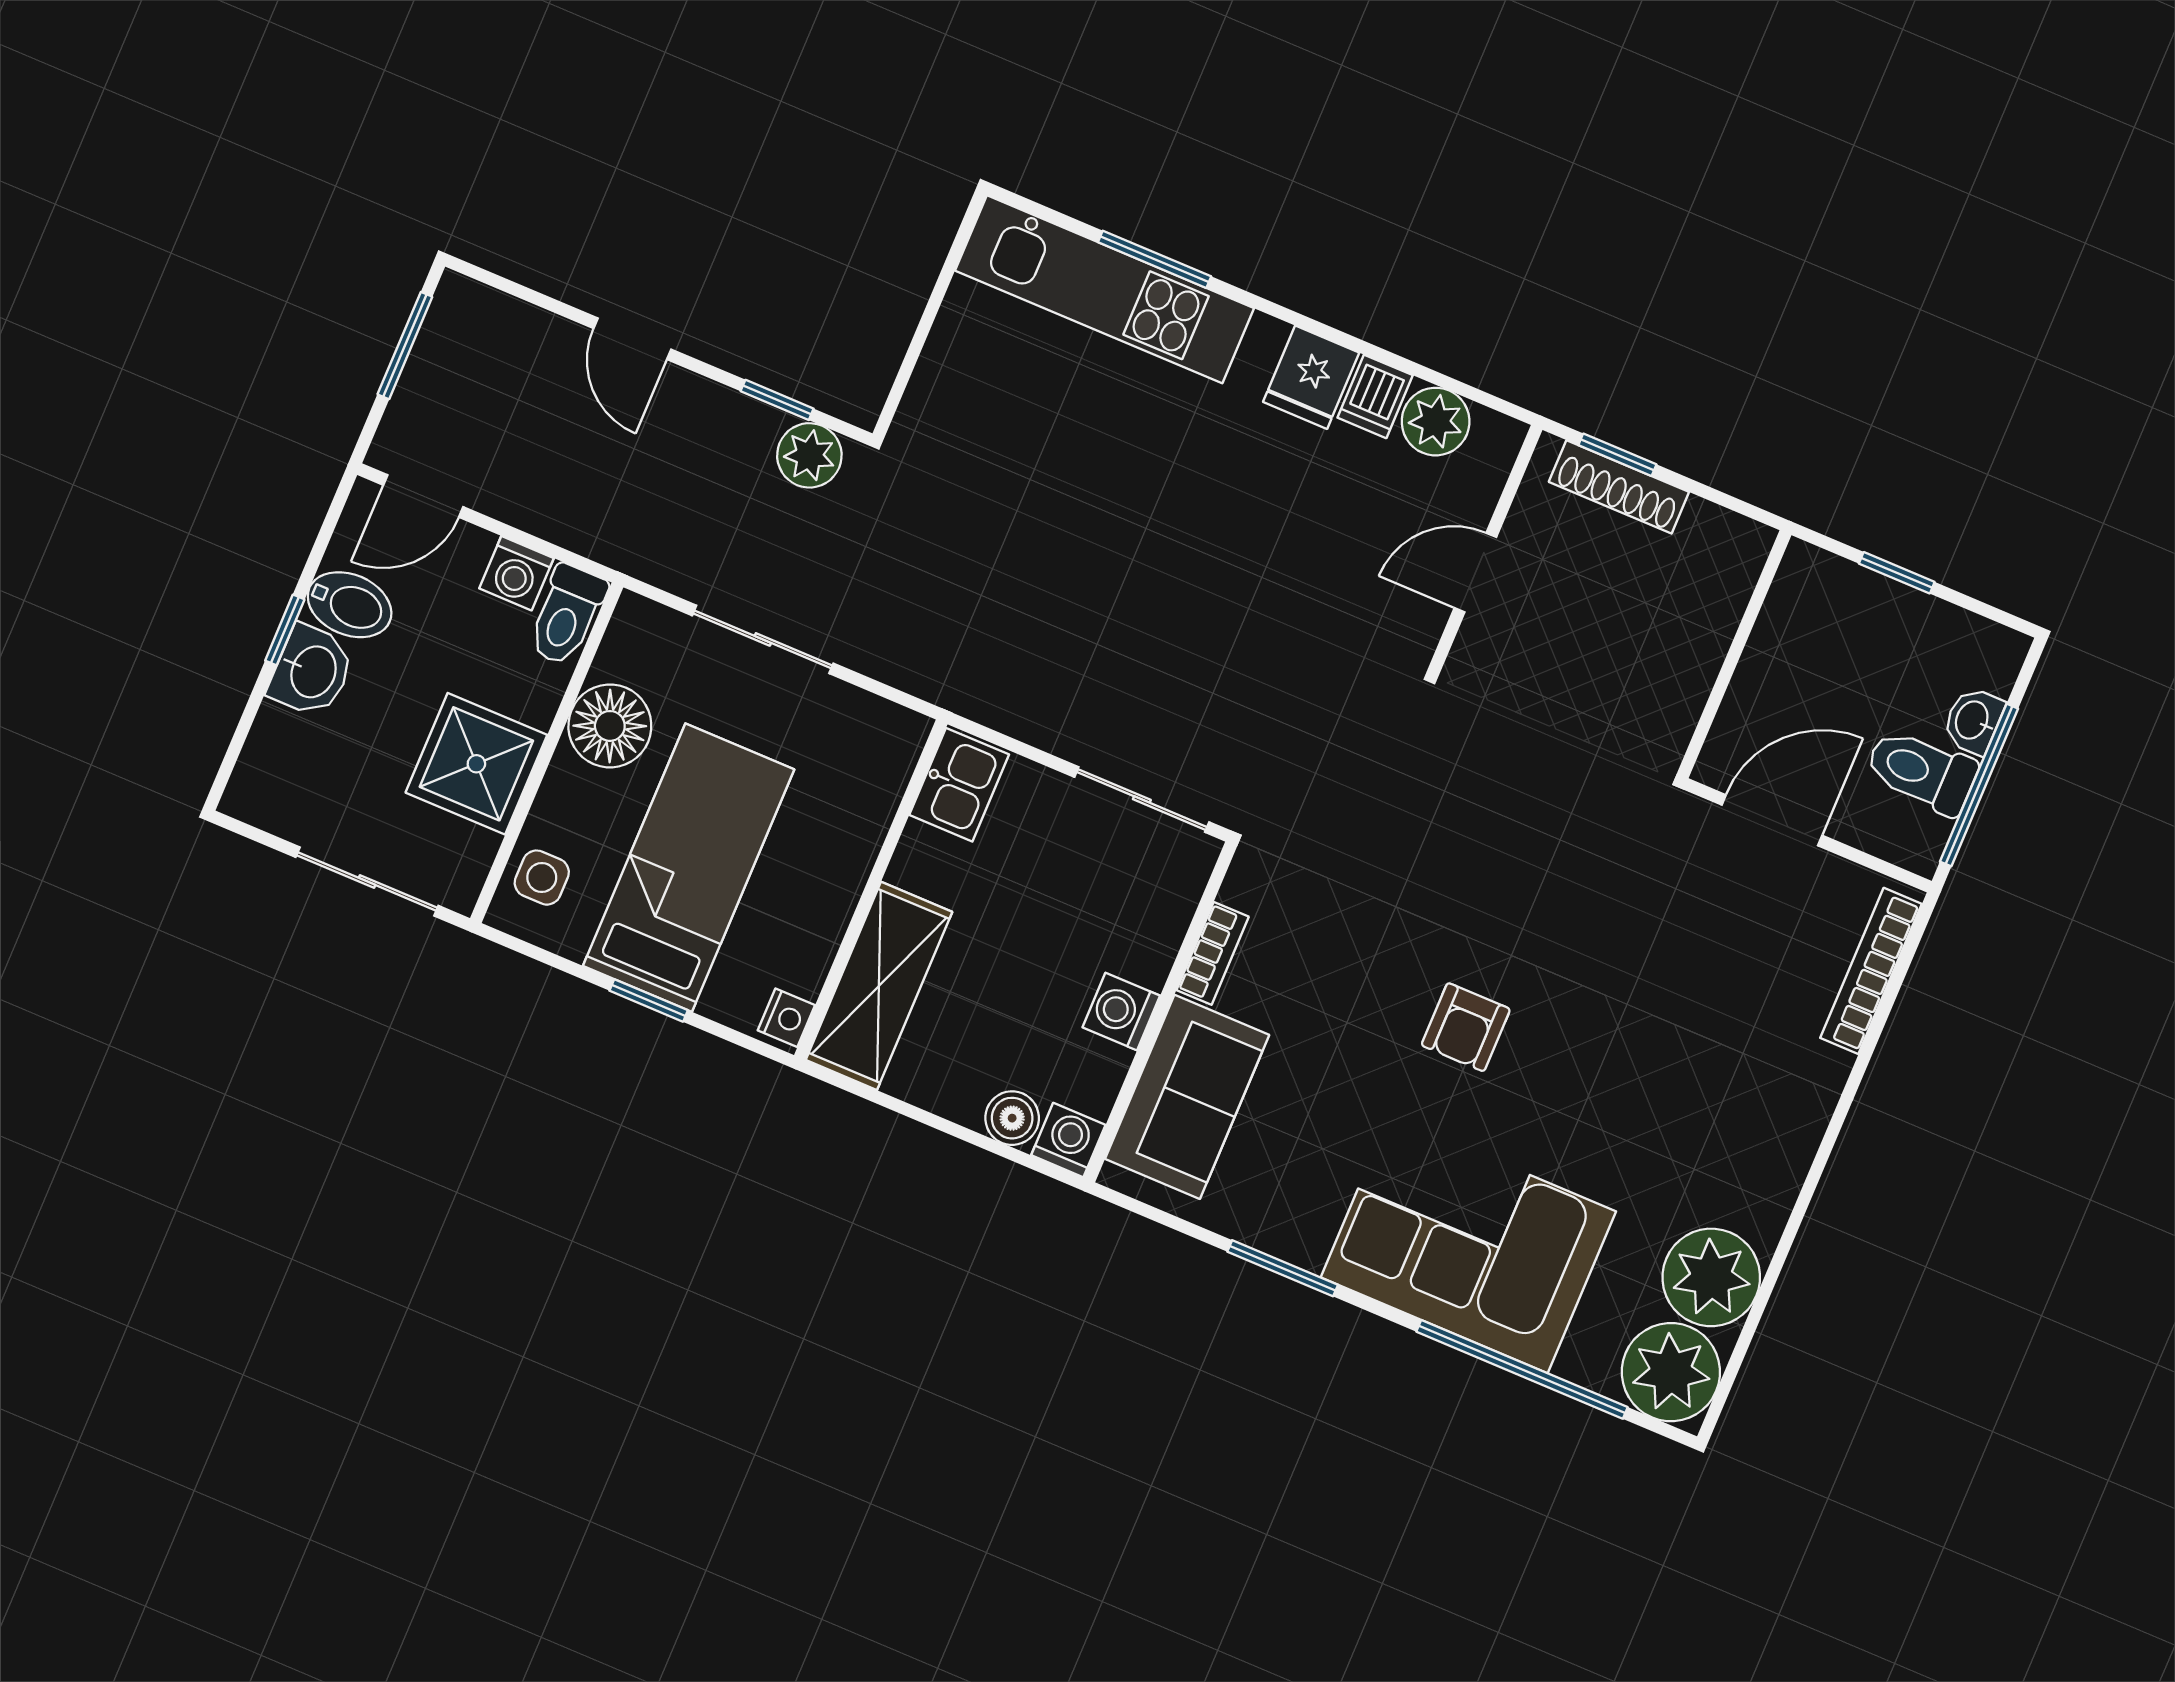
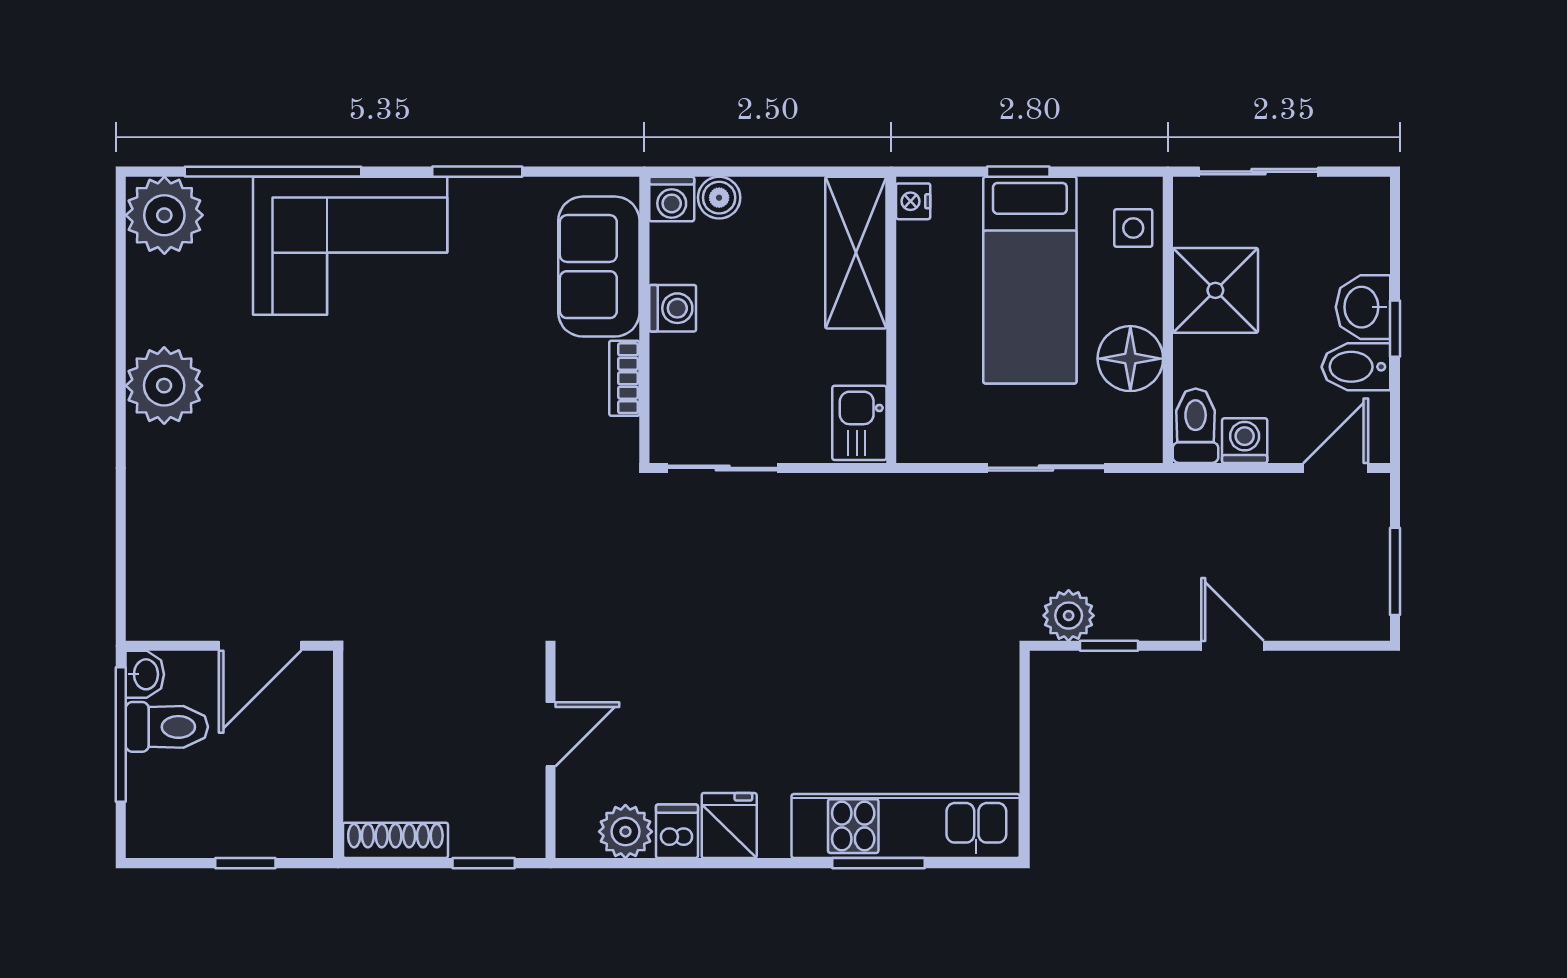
shoe rack: (1619, 487) -> (395, 840), moved
washbasin: (1973, 721) -> (145, 674), moved
bookcase: (1871, 971) -> (142, 567), removed
armchair: (1466, 1027) -> (418, 402), removed
plant: (1711, 1277) -> (164, 386), moved

